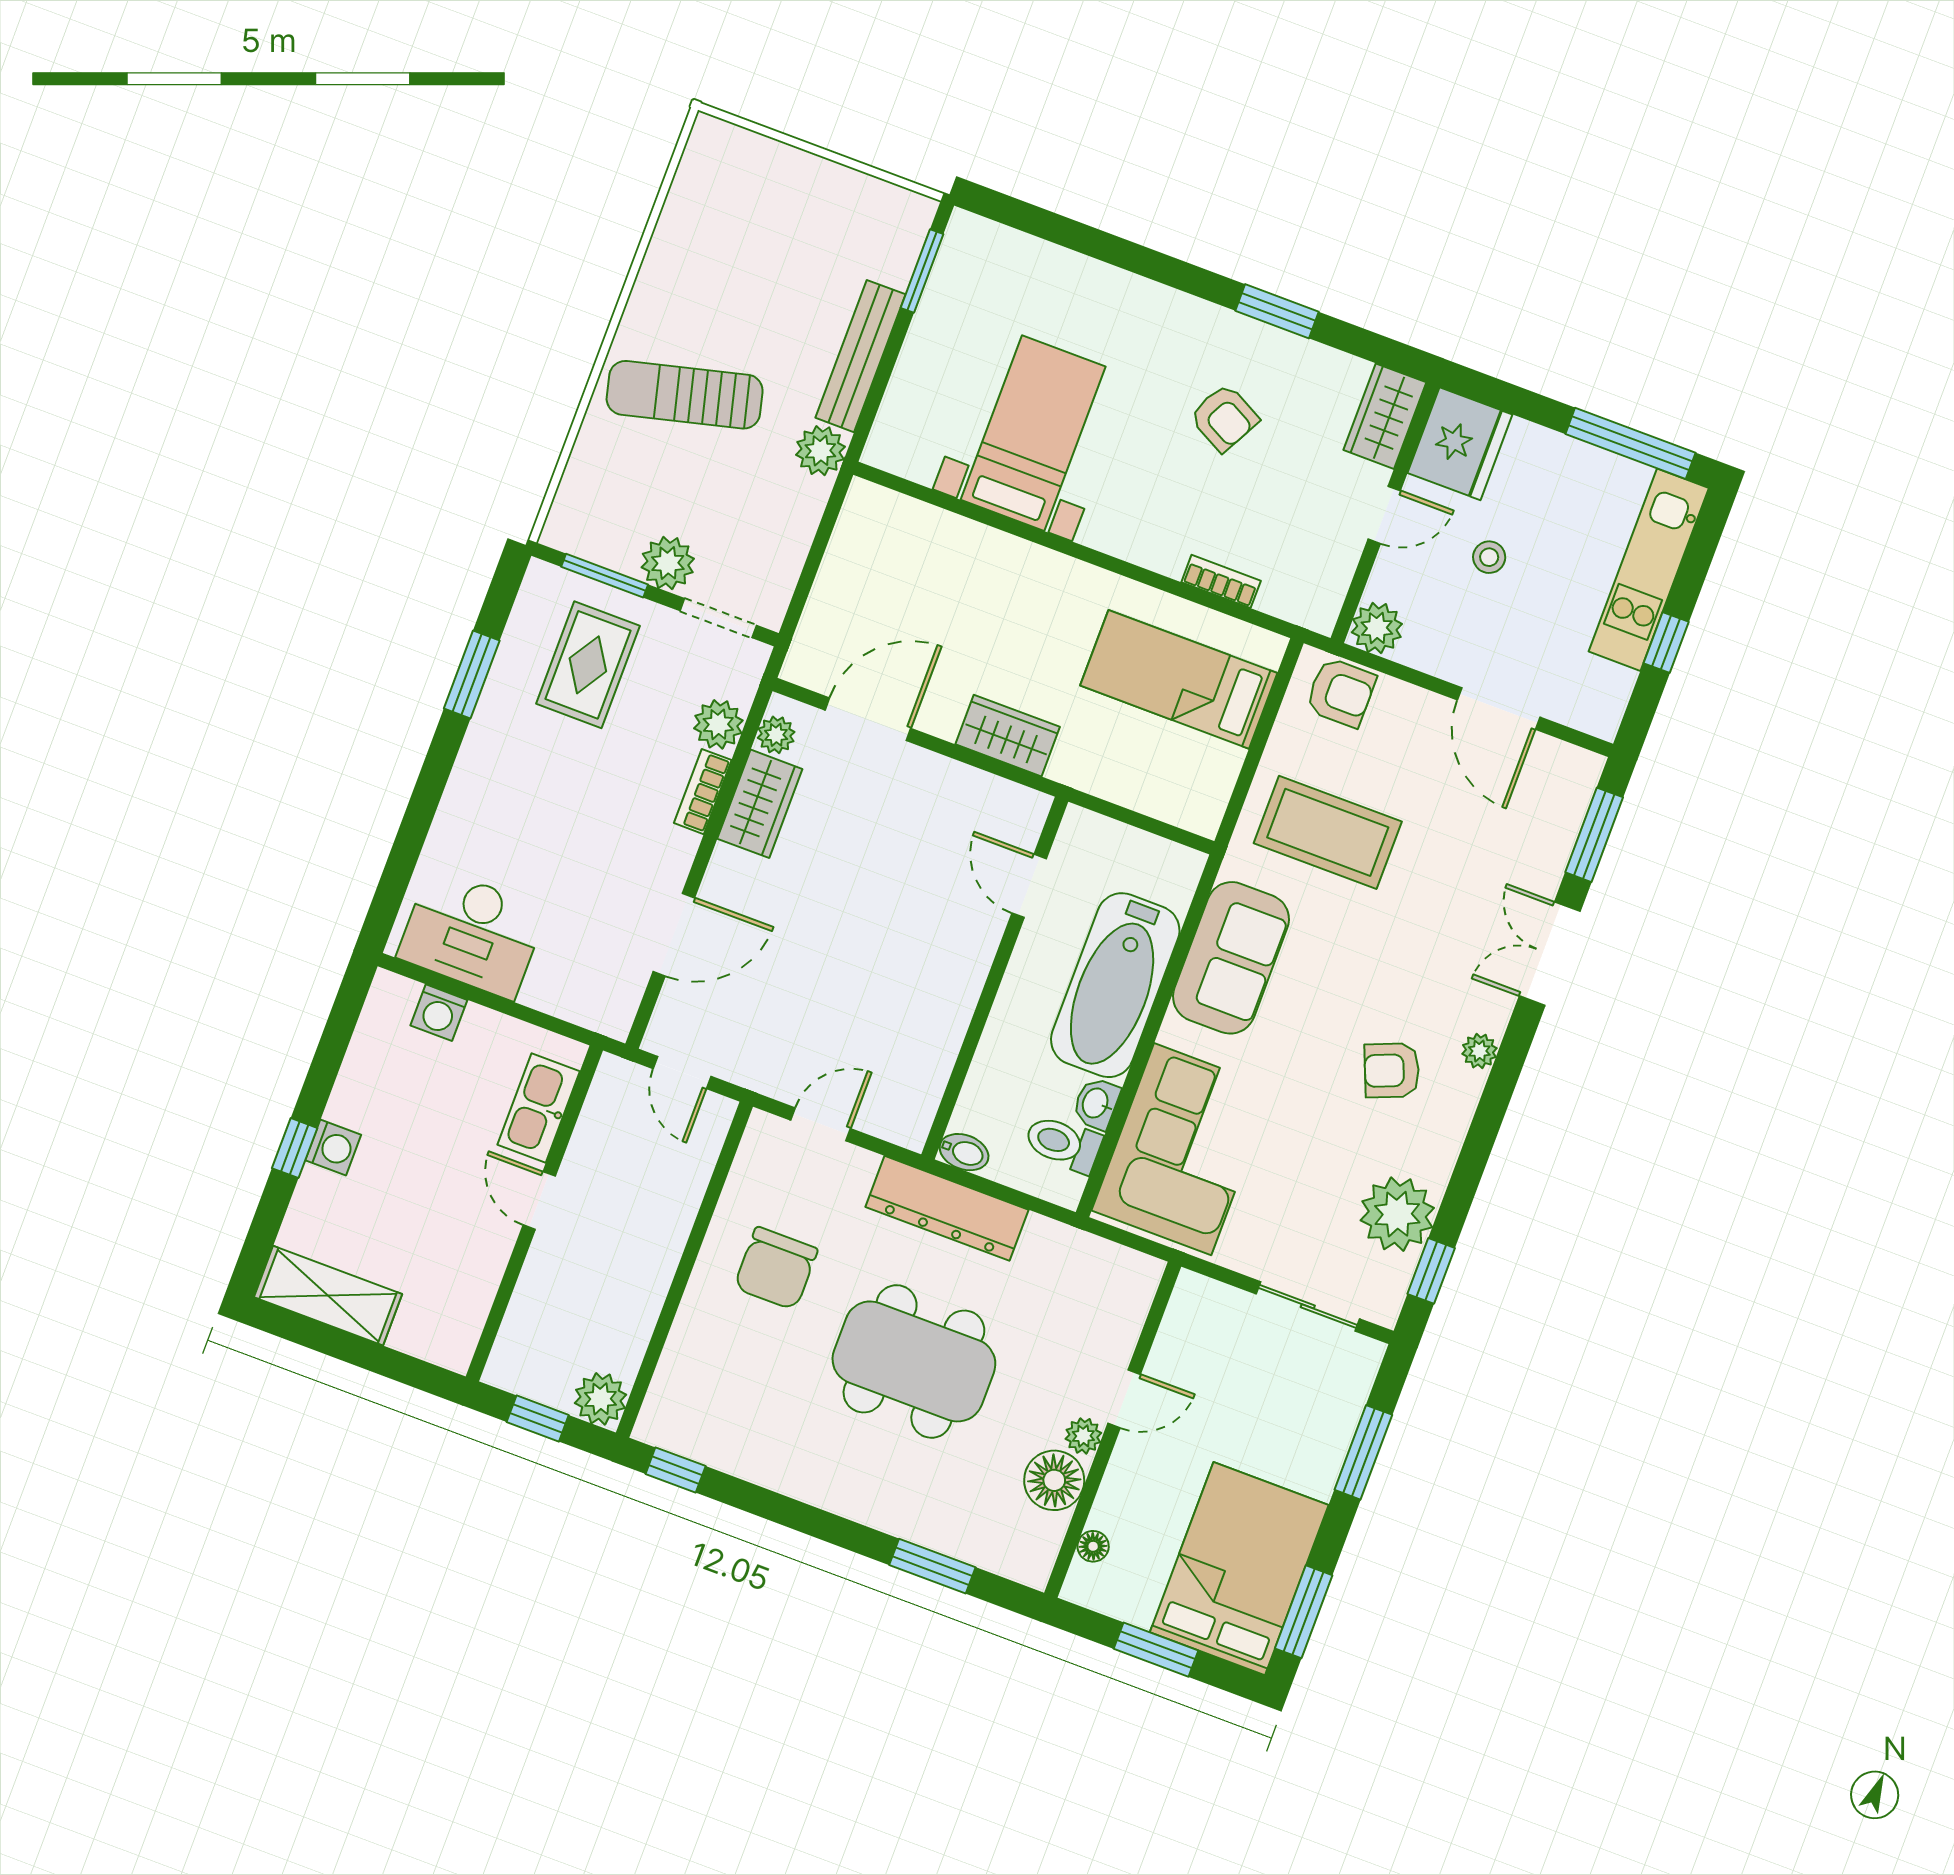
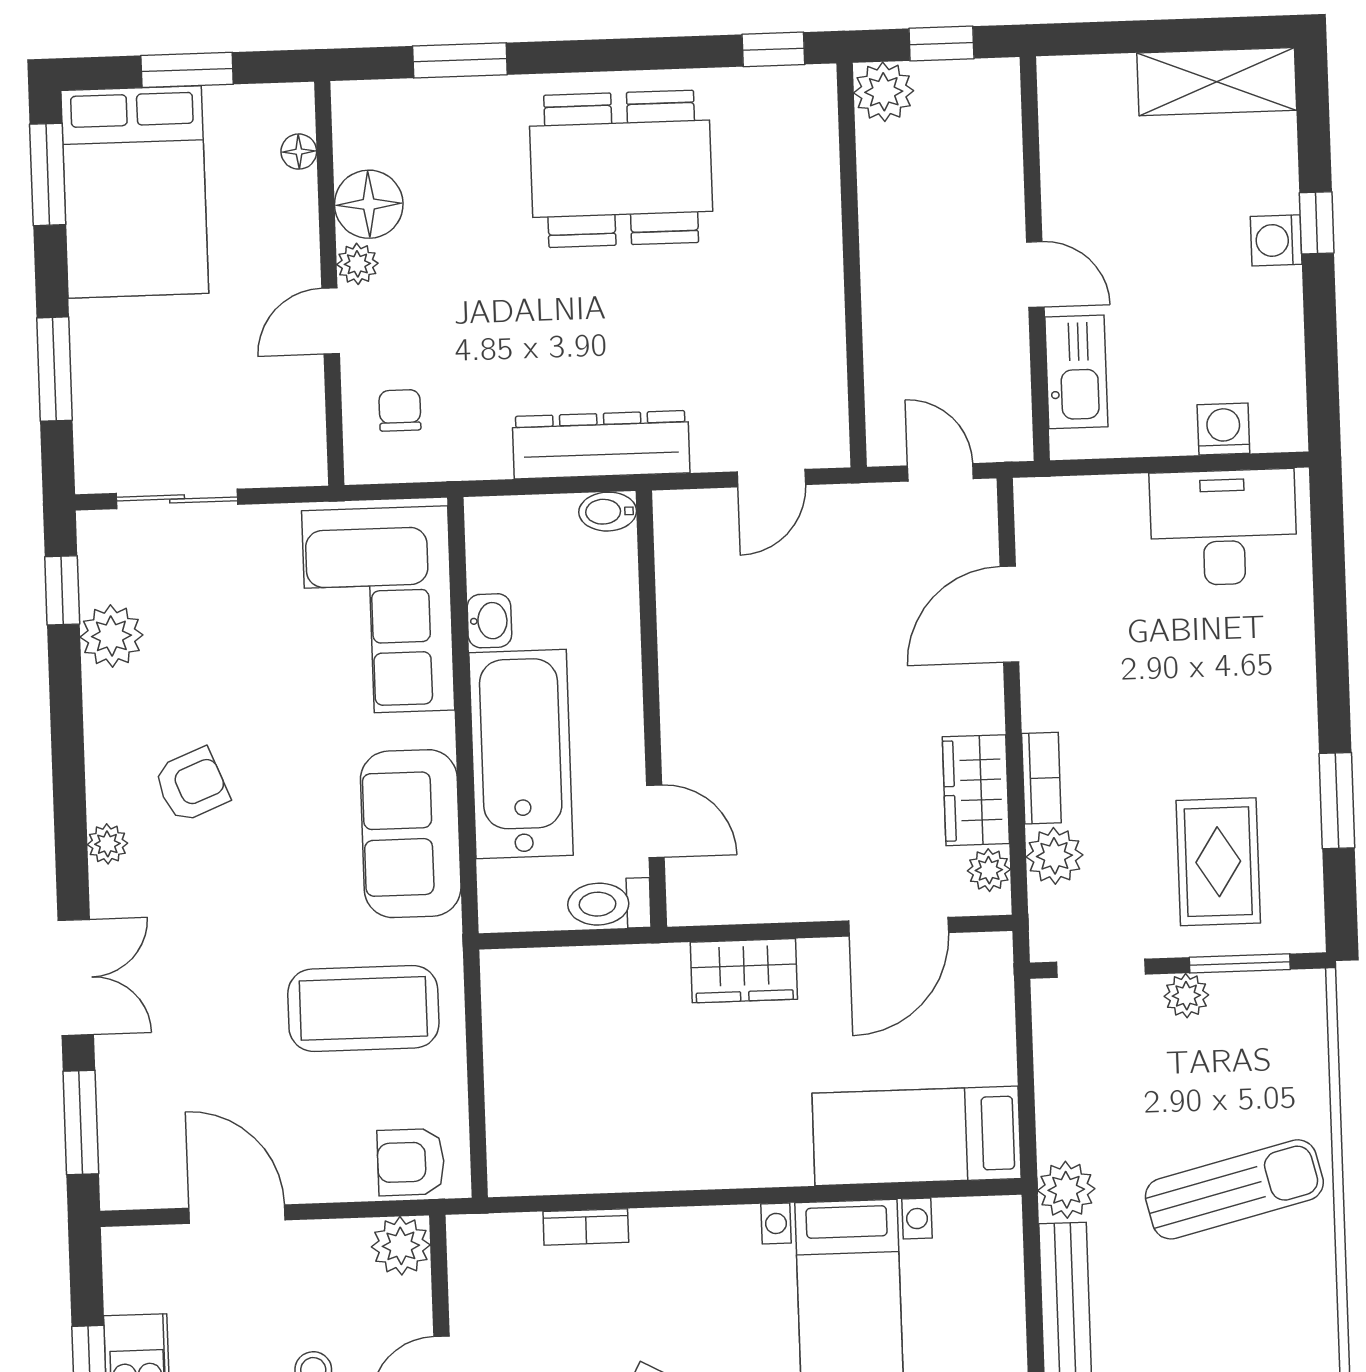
plant: (668, 563) -> (1186, 996), width x0.73, depth x0.73
bed: (1179, 679) -> (917, 1136), moved, turned 180
toilet: (1063, 1143) -> (609, 904), moved, turned 180
plant: (1397, 1214) -> (111, 636), width x0.73, depth x0.73
chair: (776, 1268) -> (400, 410), moved, width x0.54, depth x0.54
dining table: (914, 1361) -> (621, 169), moved

